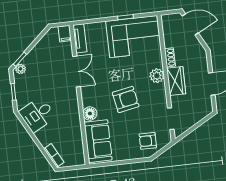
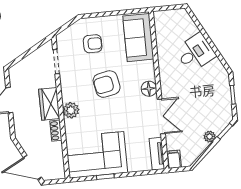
plant: (20, 69) -> (210, 137), moved
double door: (77, 71) -> (161, 116), swing flipped
desk: (37, 114) -> (195, 53), moved
floor lamp: (90, 114) -> (149, 89), moved
armchair: (148, 141) -> (93, 44), moved
bookcase: (54, 155) -> (188, 22), removed

